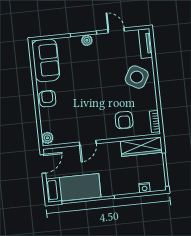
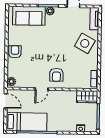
sofa: (46, 60) -> (29, 16), moved, turned 90
armchair: (124, 120) -> (56, 75), moved
wardrobe: (141, 147) -> (87, 97), width x0.67
door: (43, 164) -> (6, 101), hinge flipped

